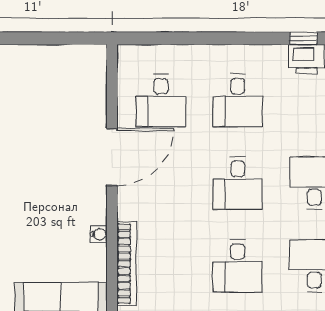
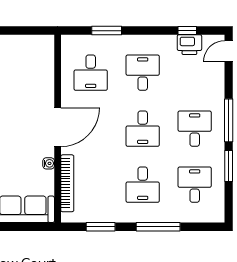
window: (184, 38) -> (107, 31), added
desk: (238, 100) -> (143, 73), turned 180
door: (112, 157) -> (58, 127), moved

